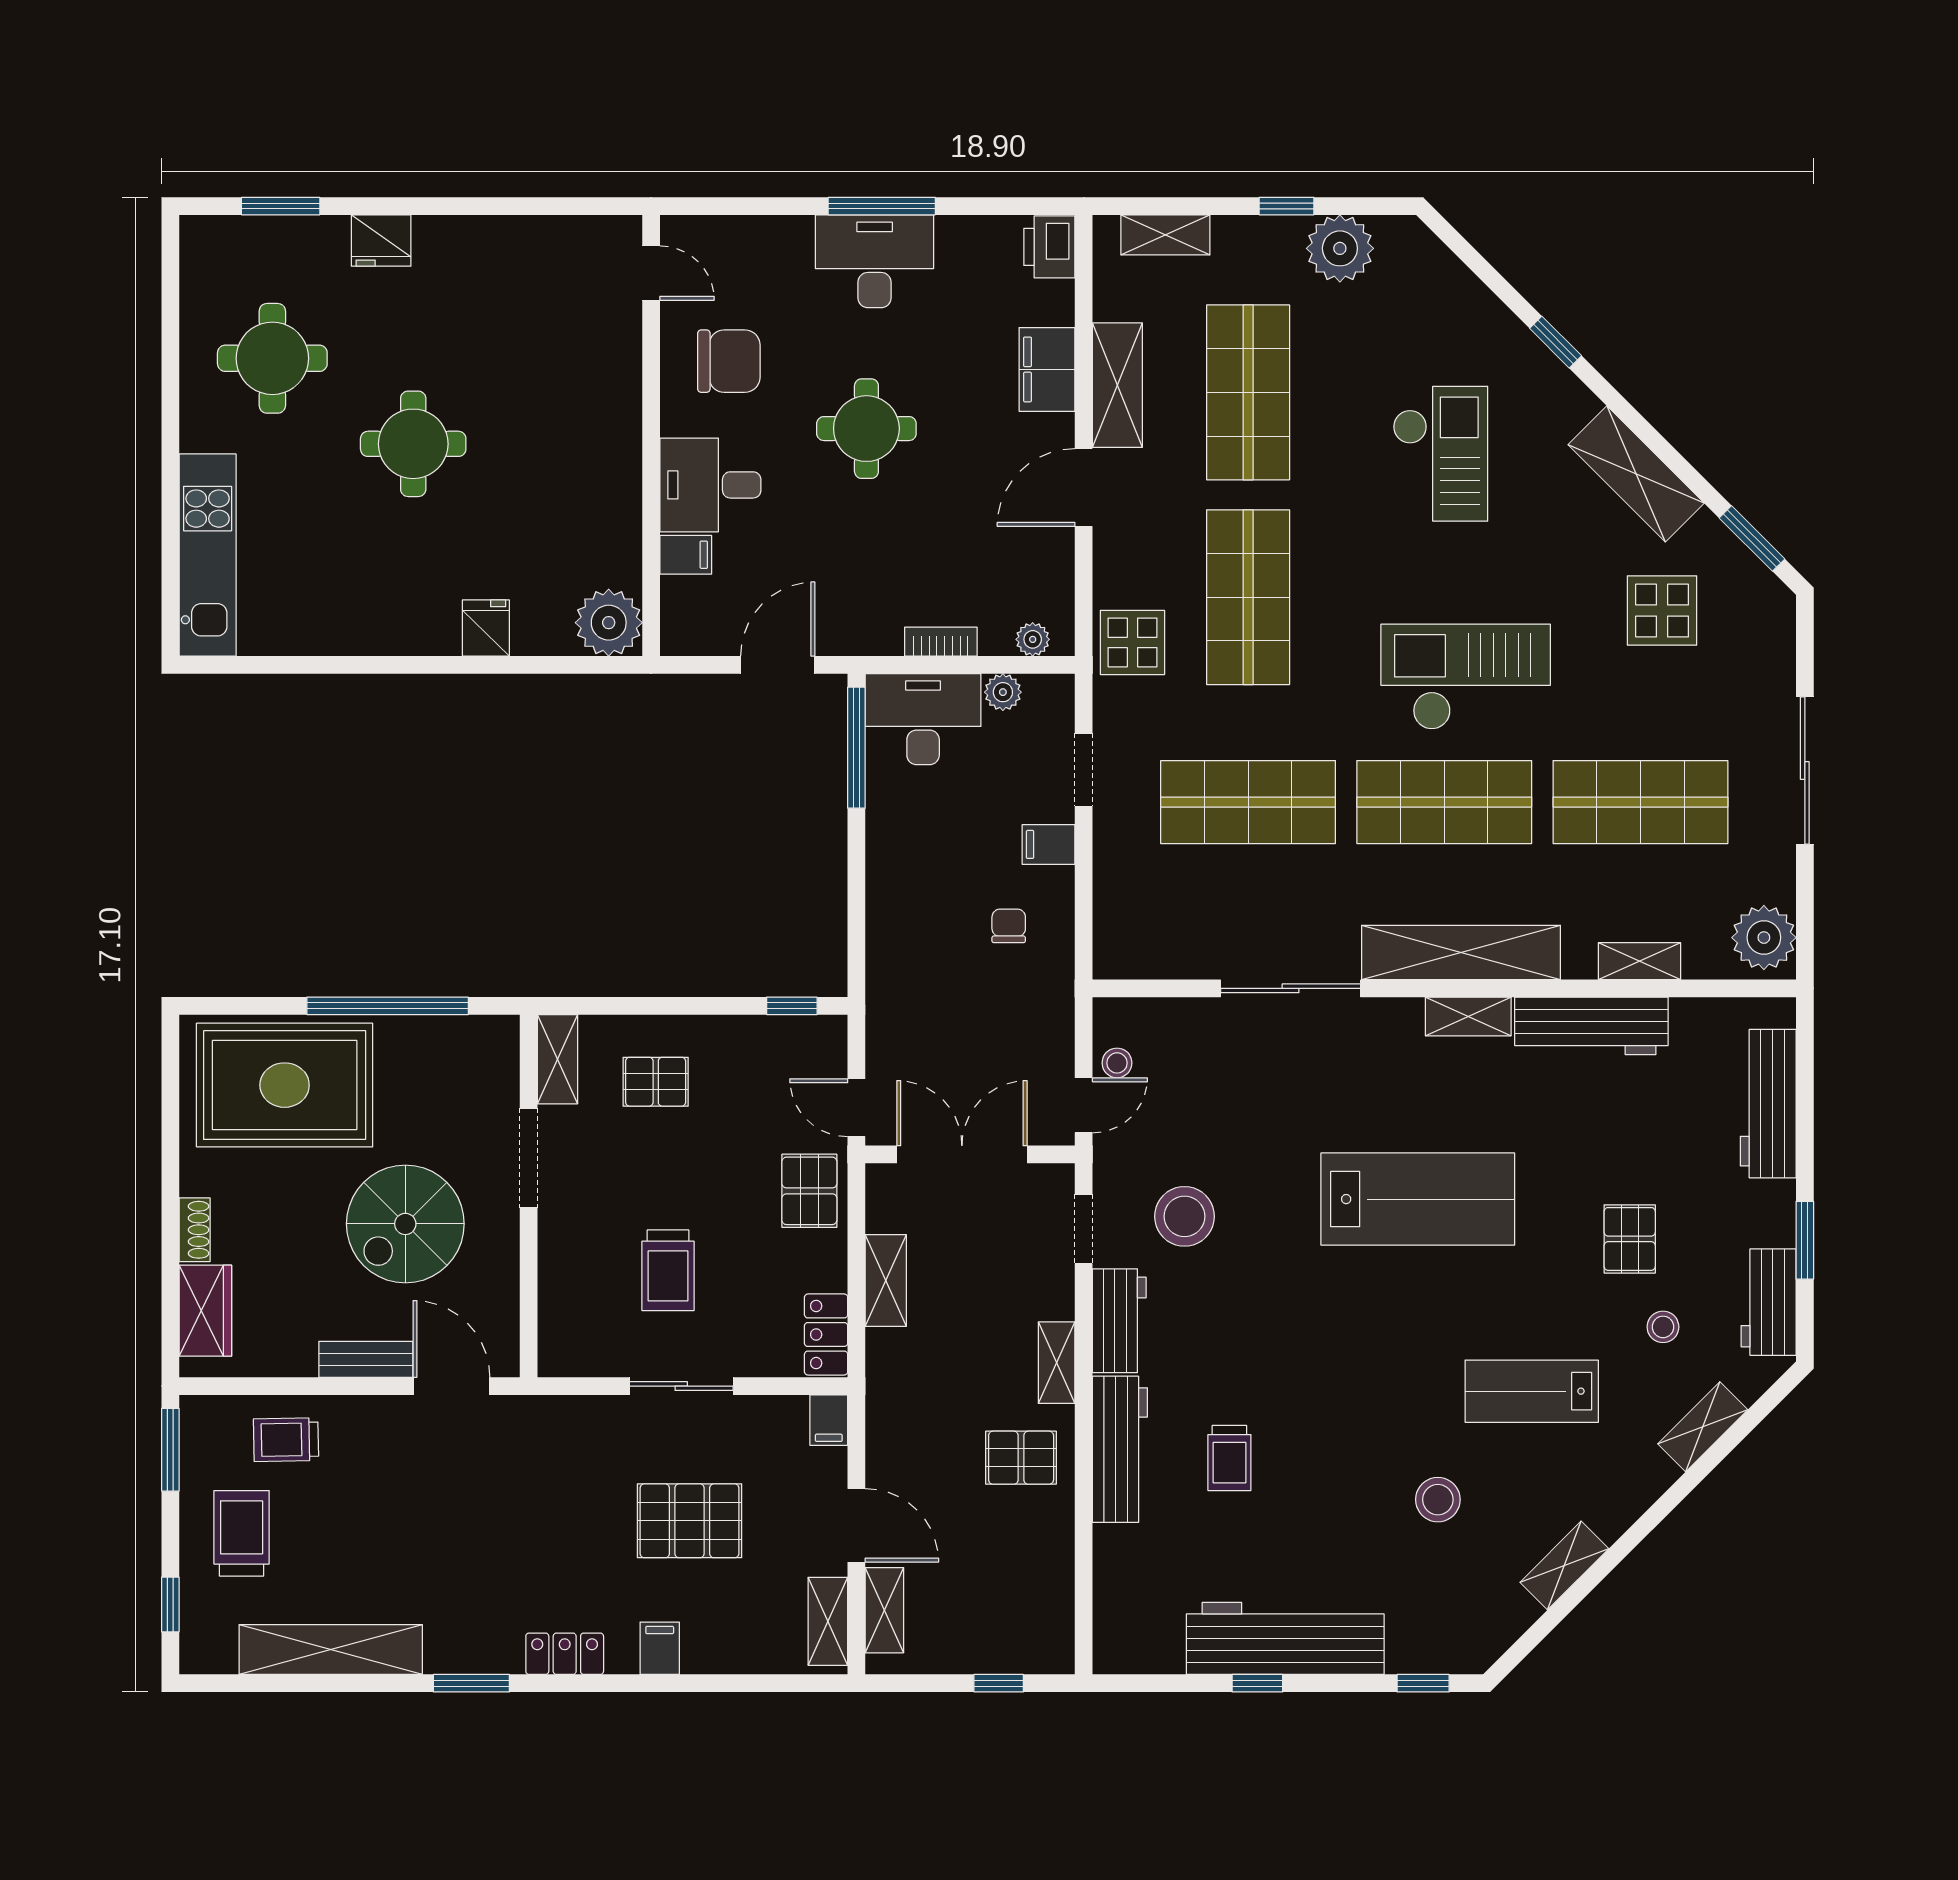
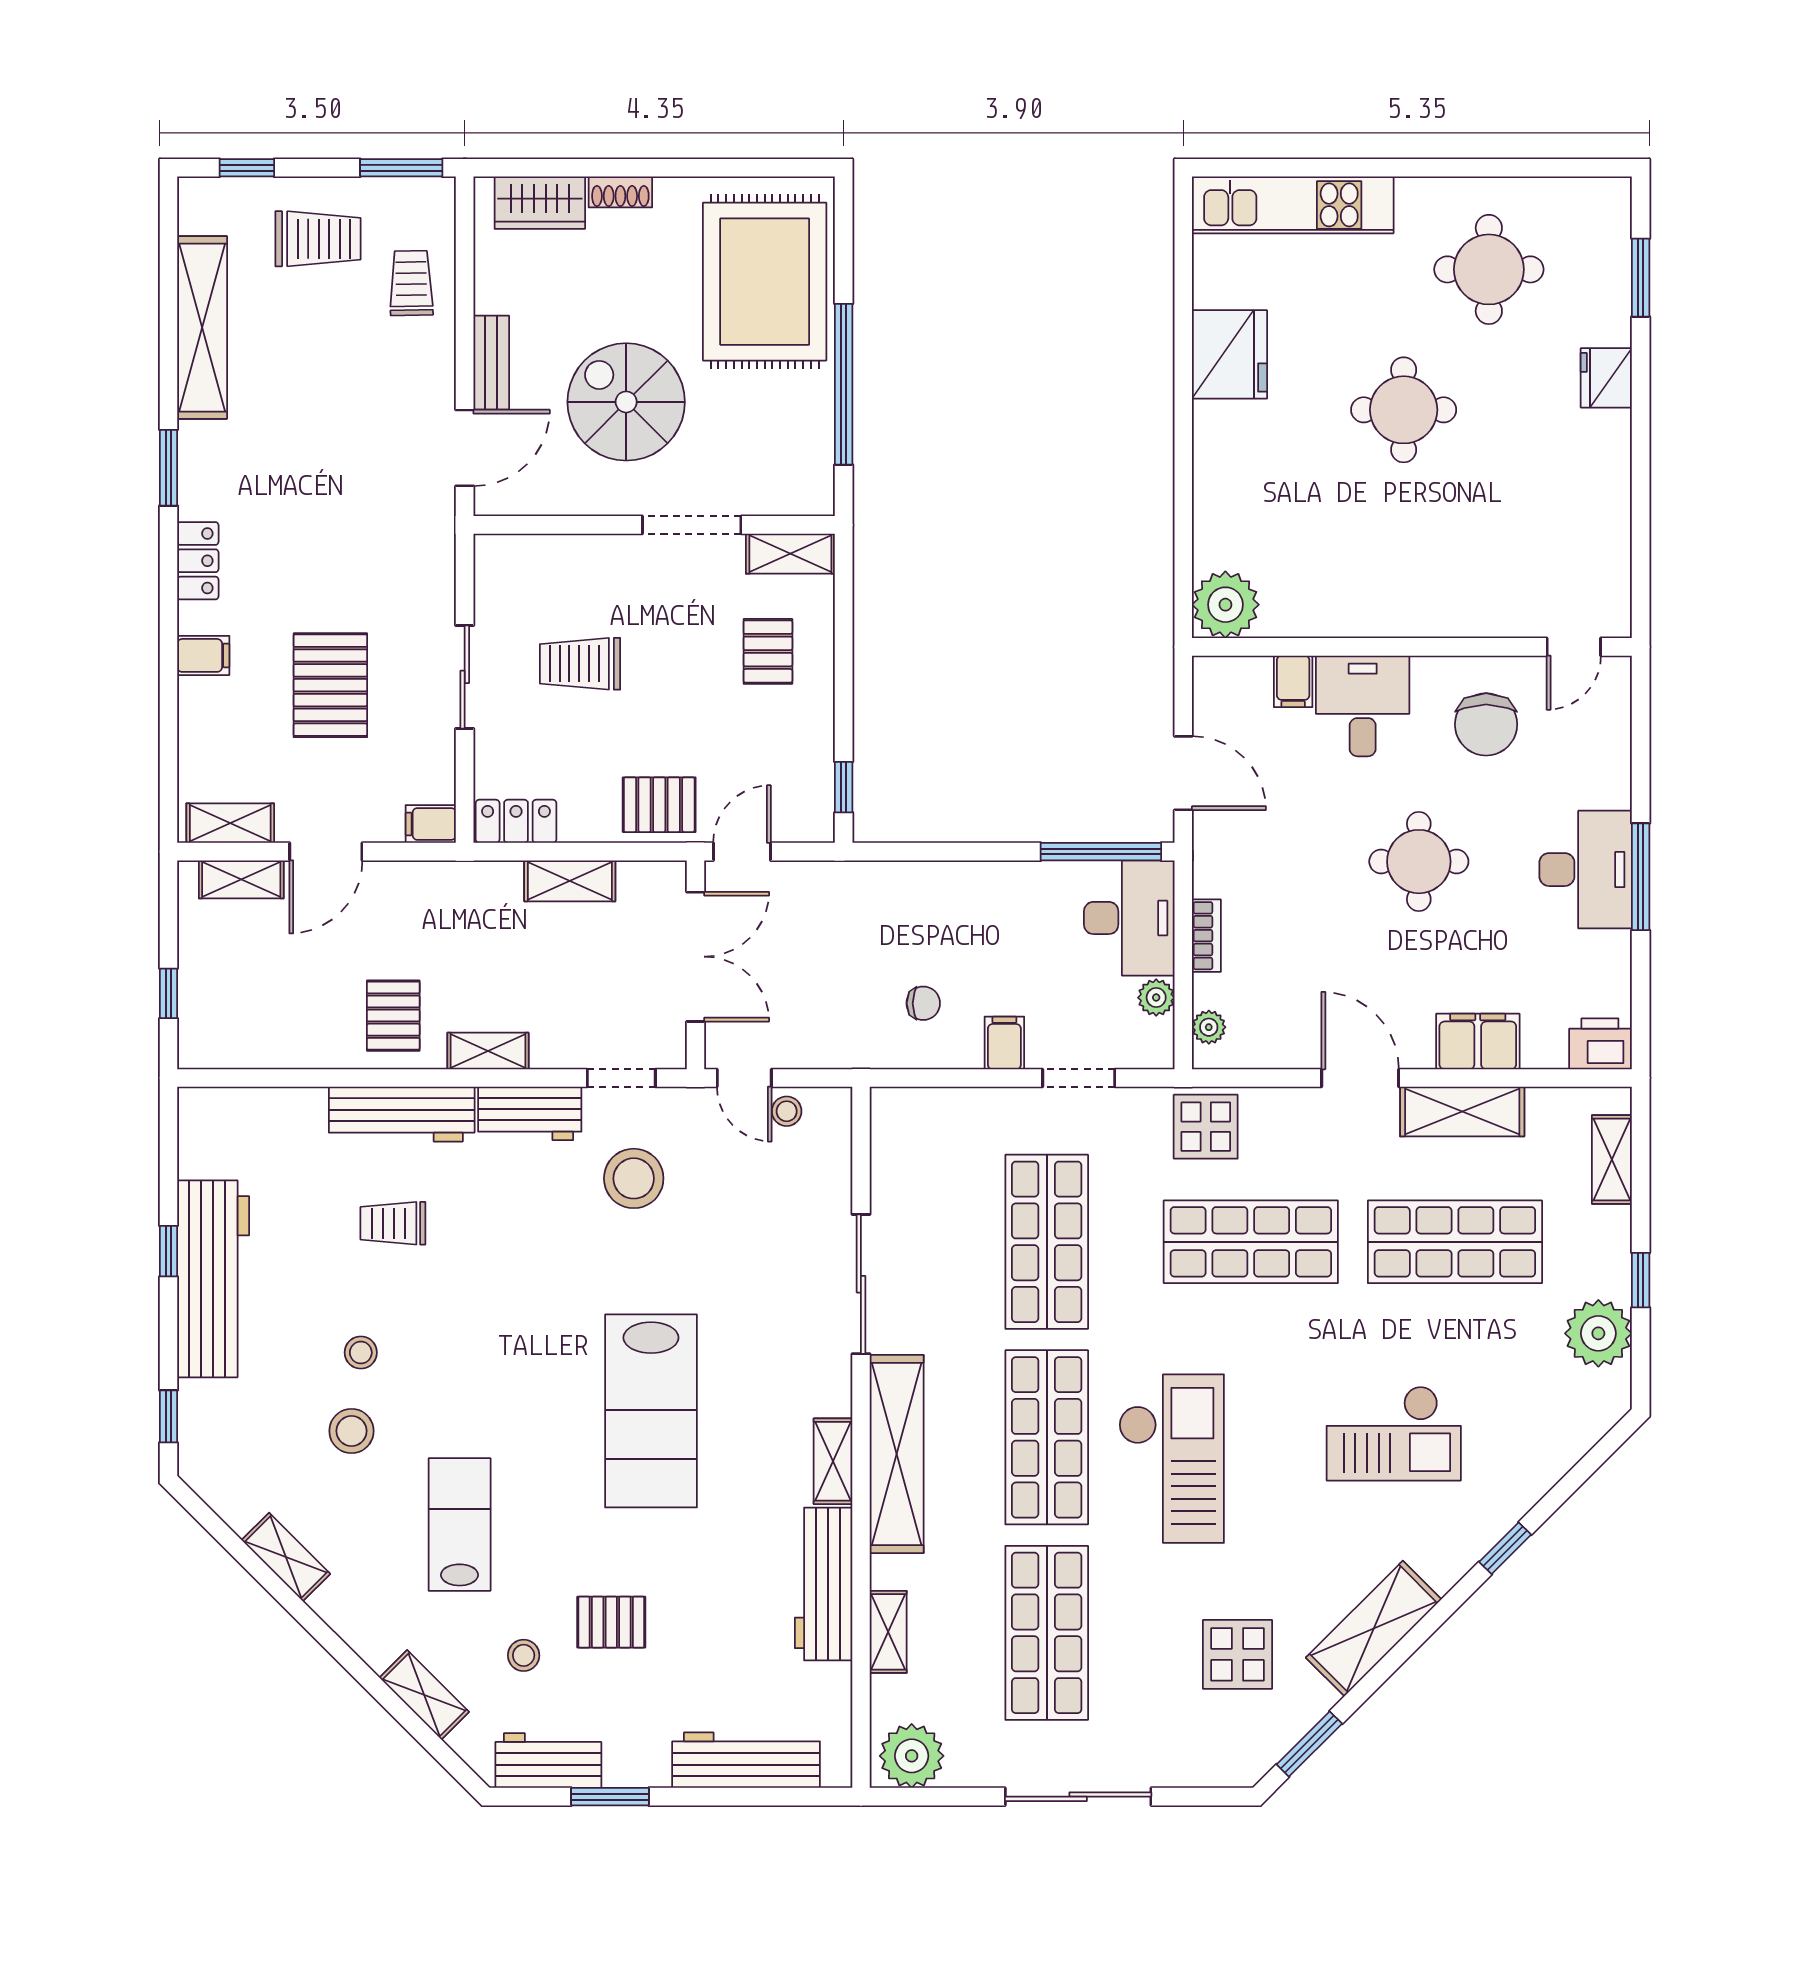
fridge: (486, 628) -> (1229, 354), moved, width x1.88, depth x1.34
stool: (1359, 1490) -> (361, 1353), added

